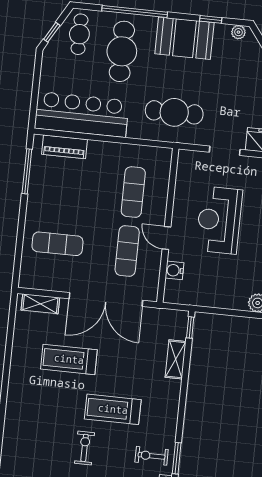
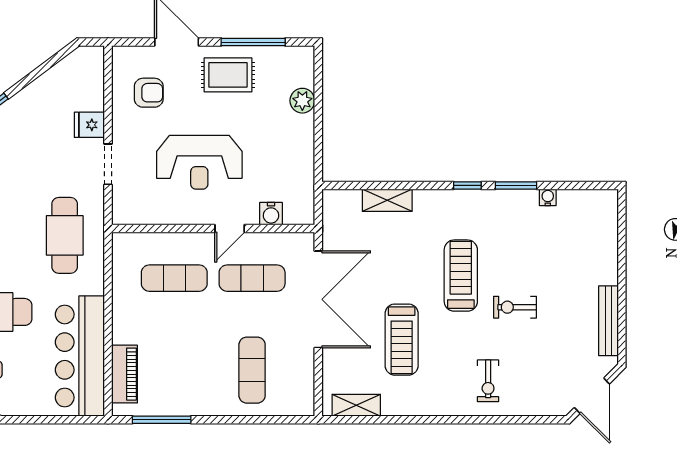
shelving: (40, 304) -> (356, 405), moved, turned 90
window: (190, 327) -> (467, 185), moved
treadmill: (113, 409) -> (461, 276), turned 180
exercise bike: (152, 456) -> (488, 381), moved

